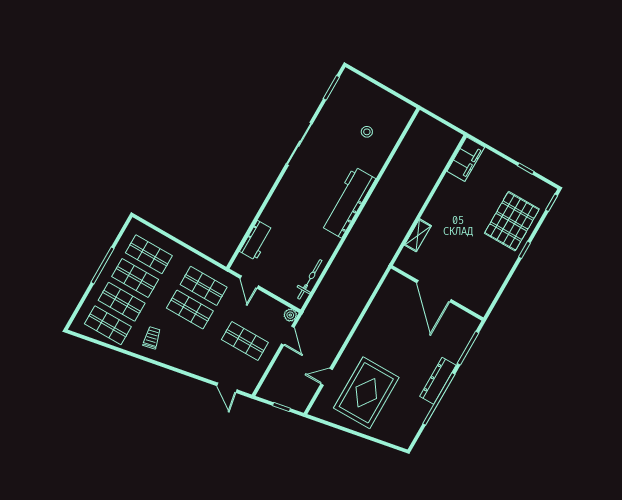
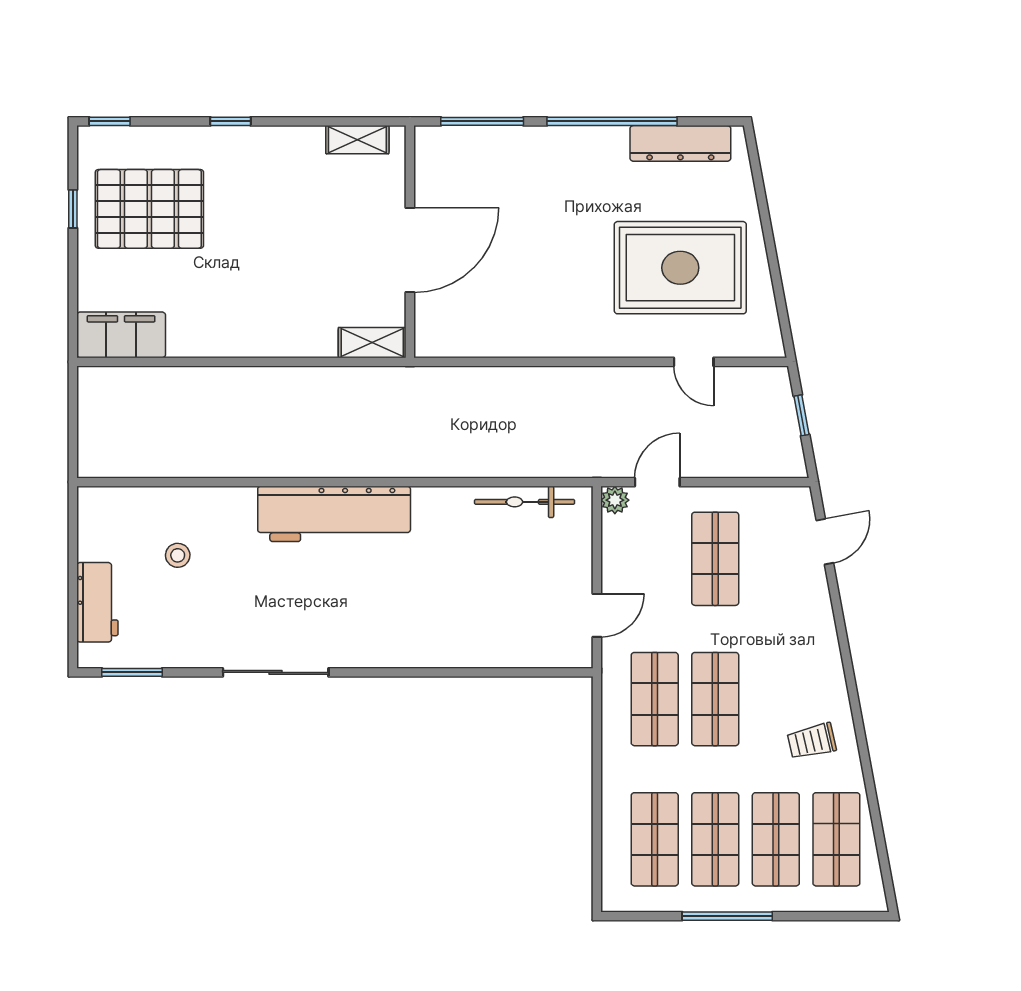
pallet: (512, 221) -> (149, 209), moved
shelving: (418, 235) -> (372, 343), moved
workbench: (256, 240) -> (97, 602), moved, turned 90
shelving: (489, 295) -> (357, 140), added
dresser: (438, 381) -> (680, 143), moved

